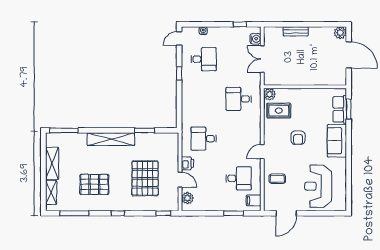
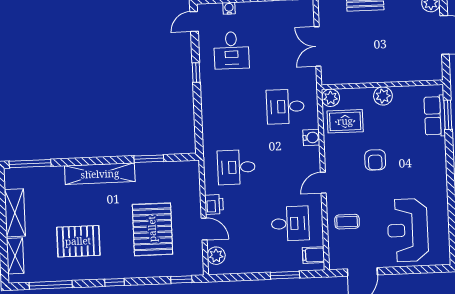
water cooler: (255, 39) -> (311, 138), moved
desk: (204, 59) -> (231, 50), turned 90
plant: (305, 95) -> (383, 96), added
sofa: (337, 141) -> (432, 162), removed

